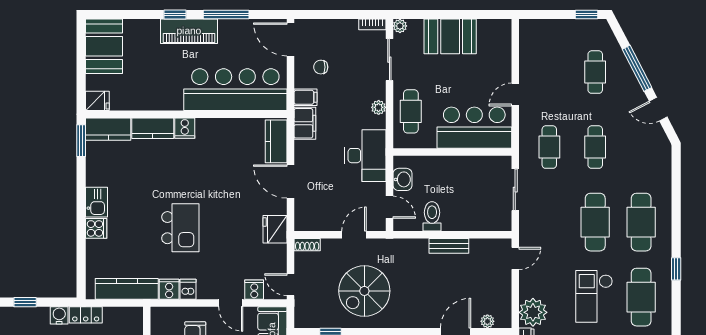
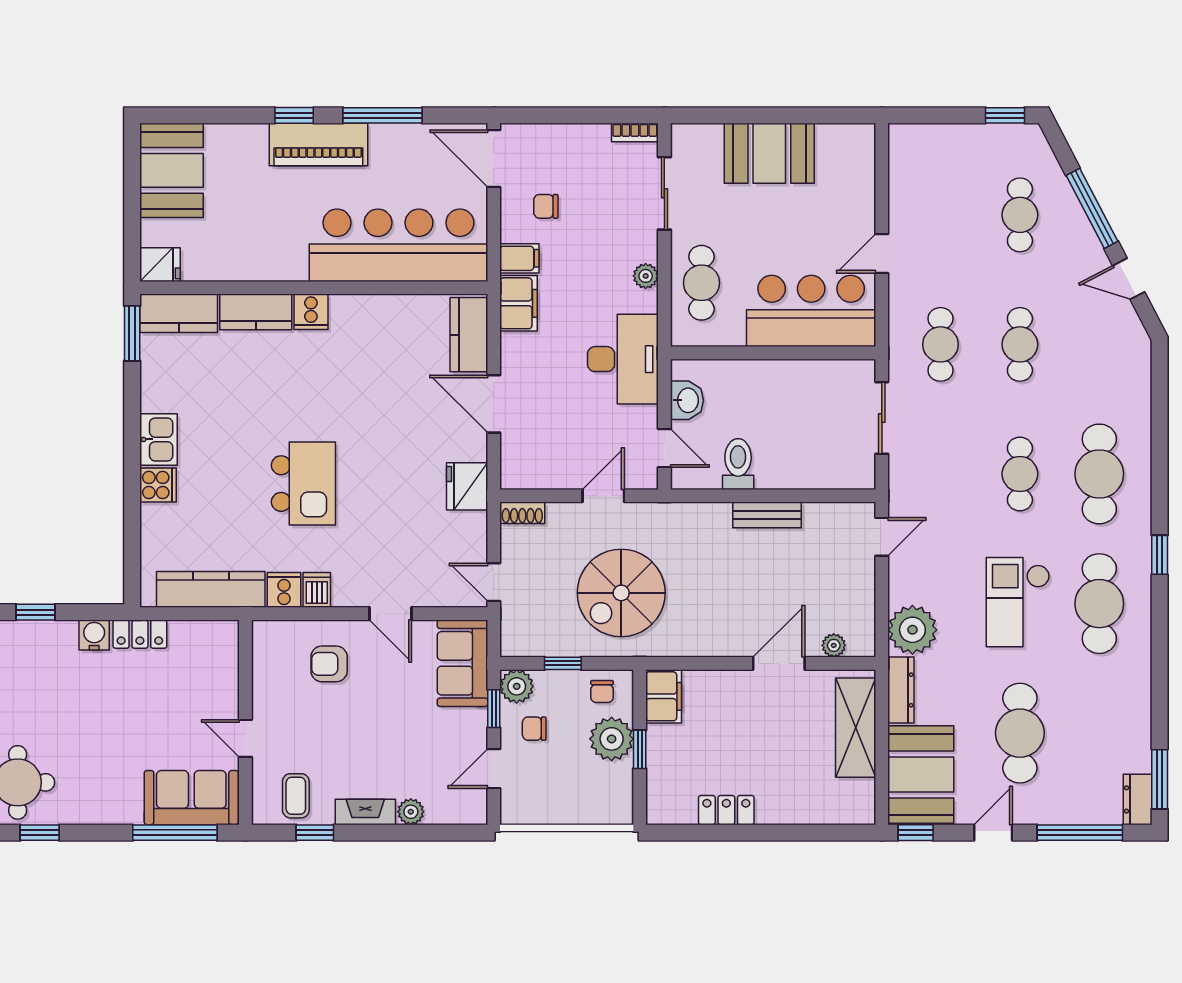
plant: (400, 26) -> (683, 135), removed
cafe table: (595, 222) -> (1020, 474), width x0.73, depth x0.74
cooker: (254, 290) -> (431, 591), removed

